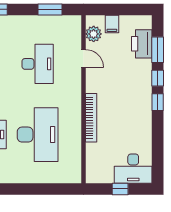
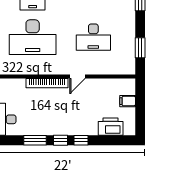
plant: (94, 34) -> (119, 85), removed
window: (158, 50) -> (35, 140), moved
door: (83, 58) -> (77, 76), moved

